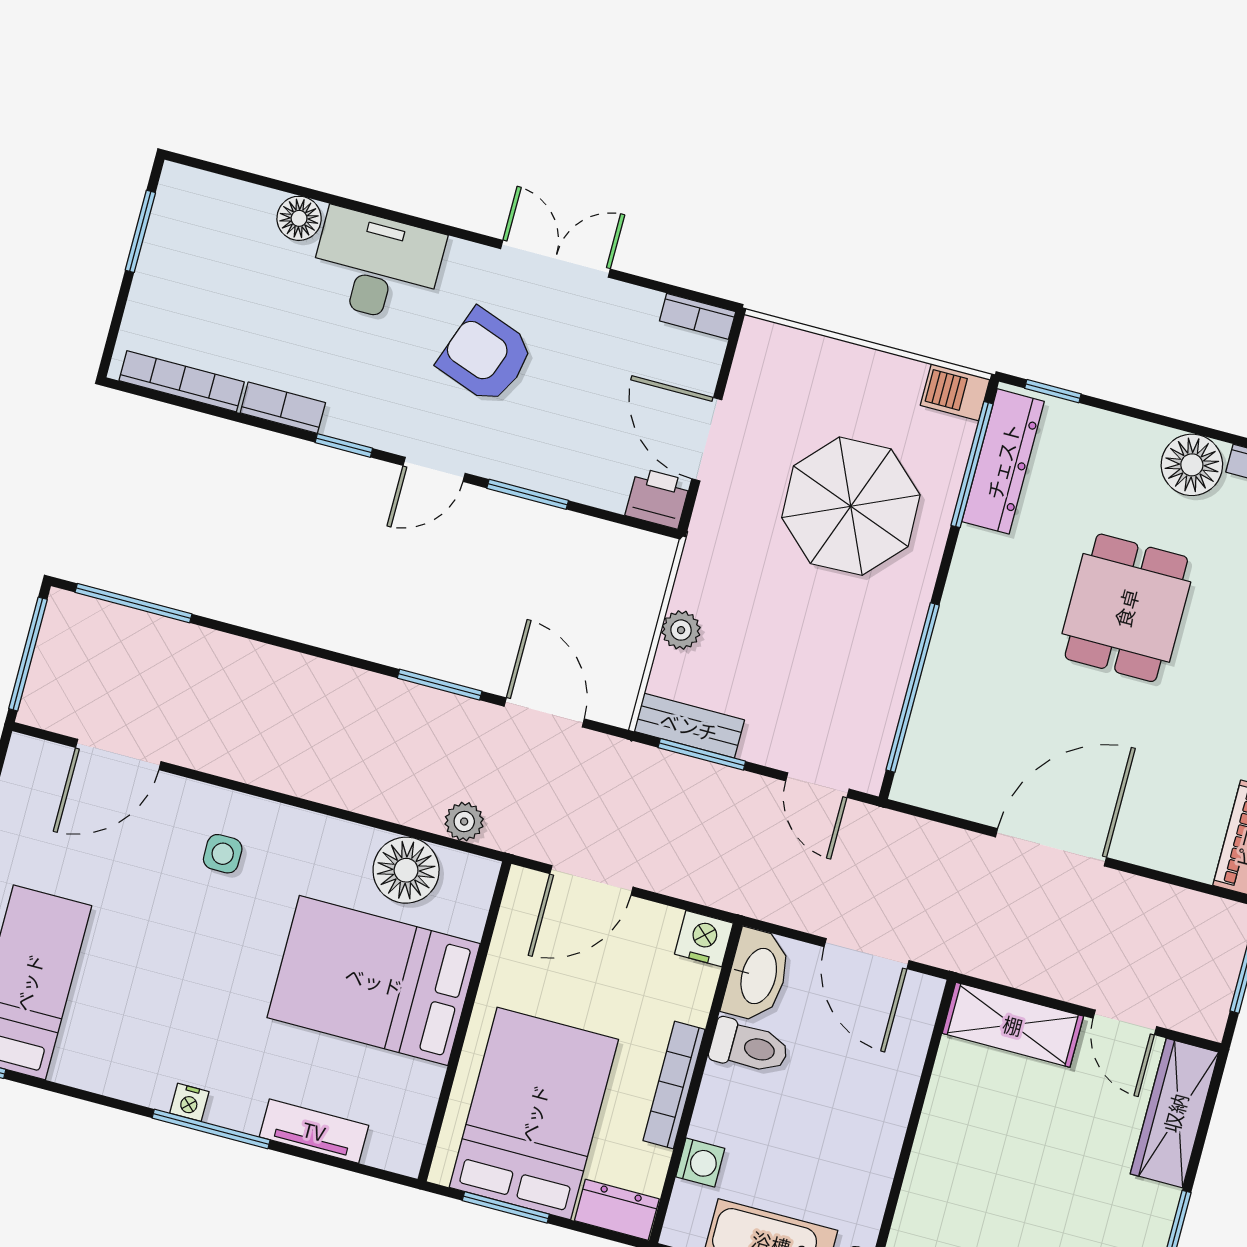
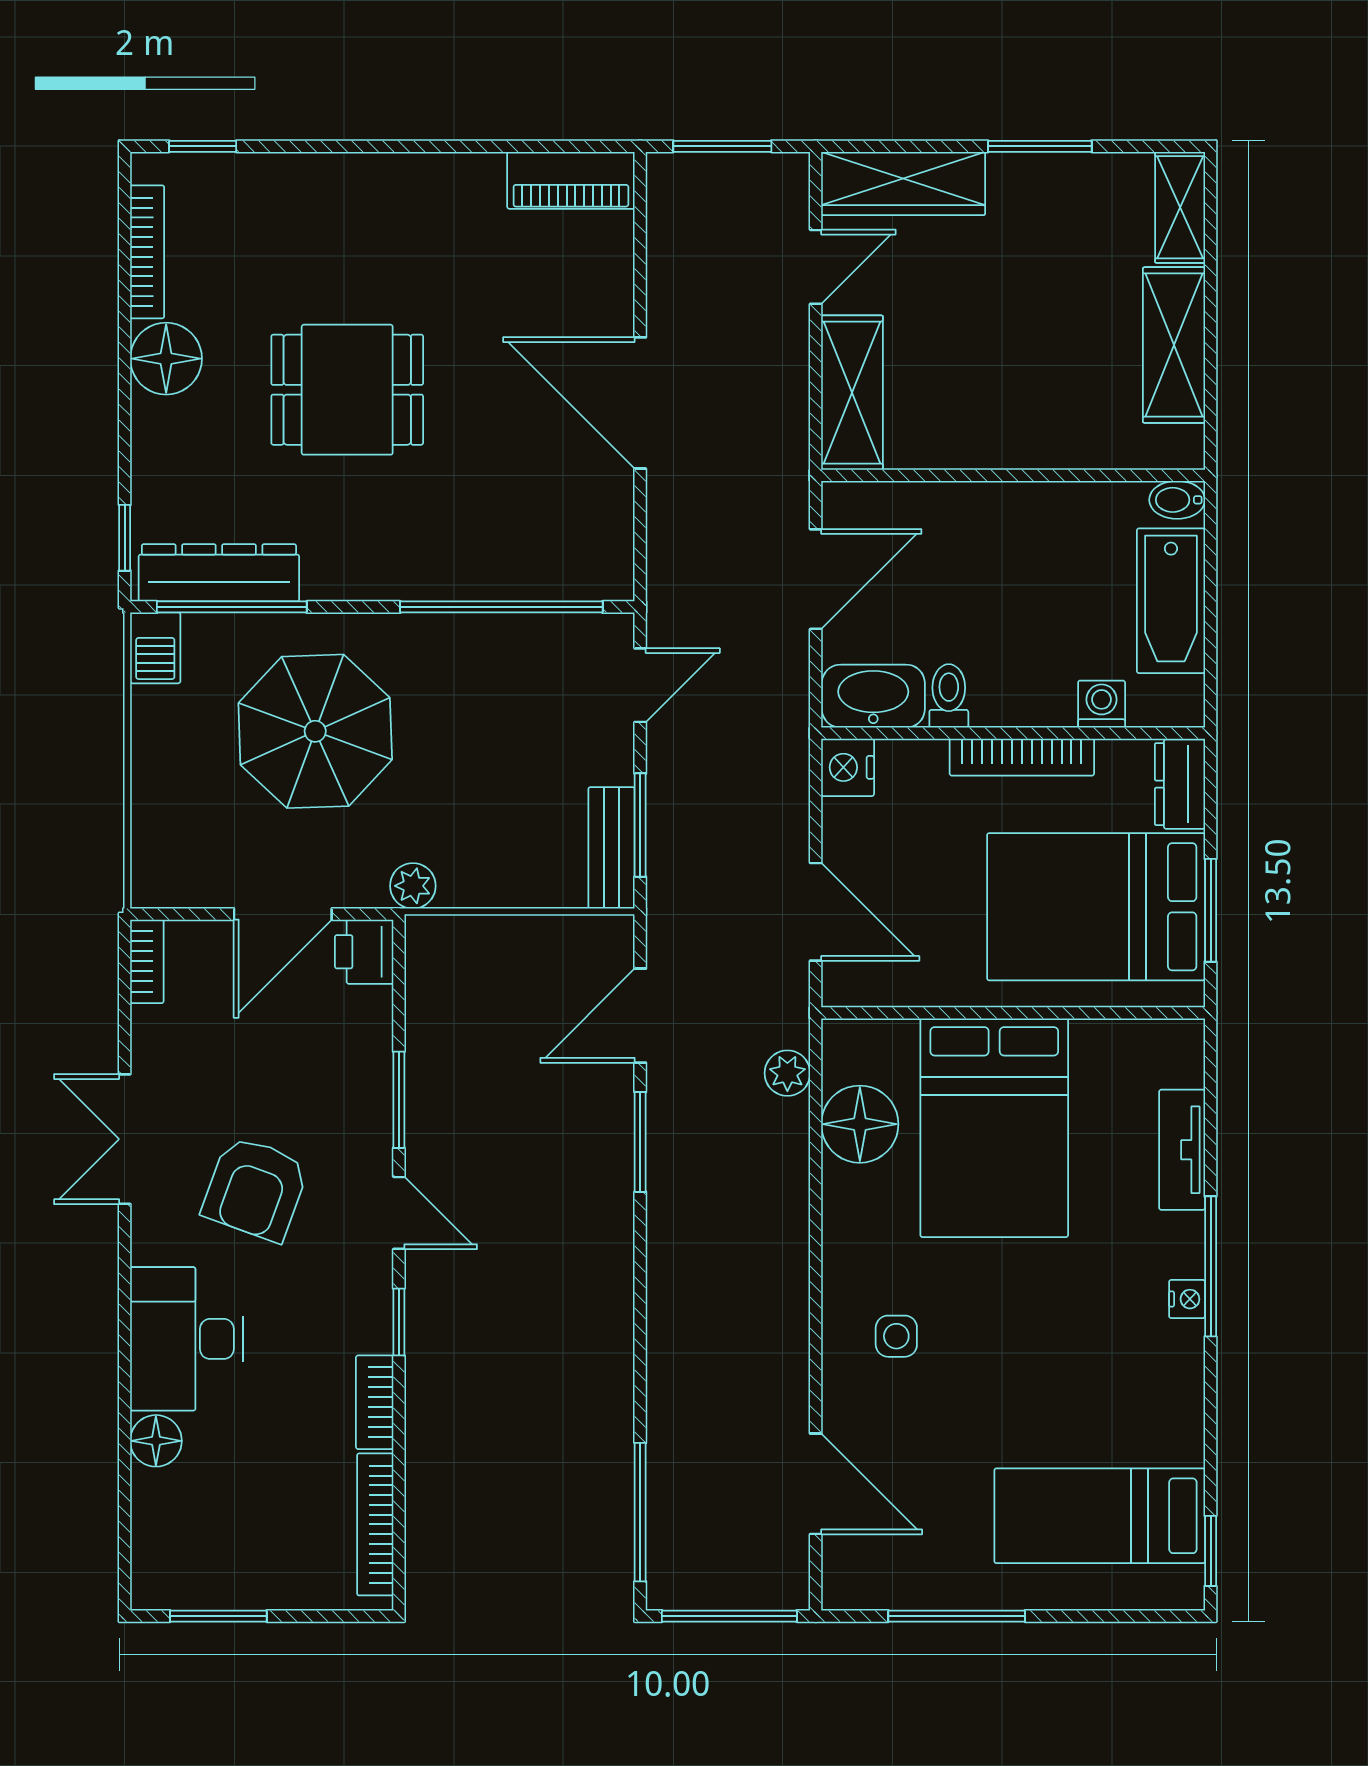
plant: (681, 630) -> (413, 886), moved
toilet: (749, 1047) -> (949, 696), width x0.73, depth x0.72

